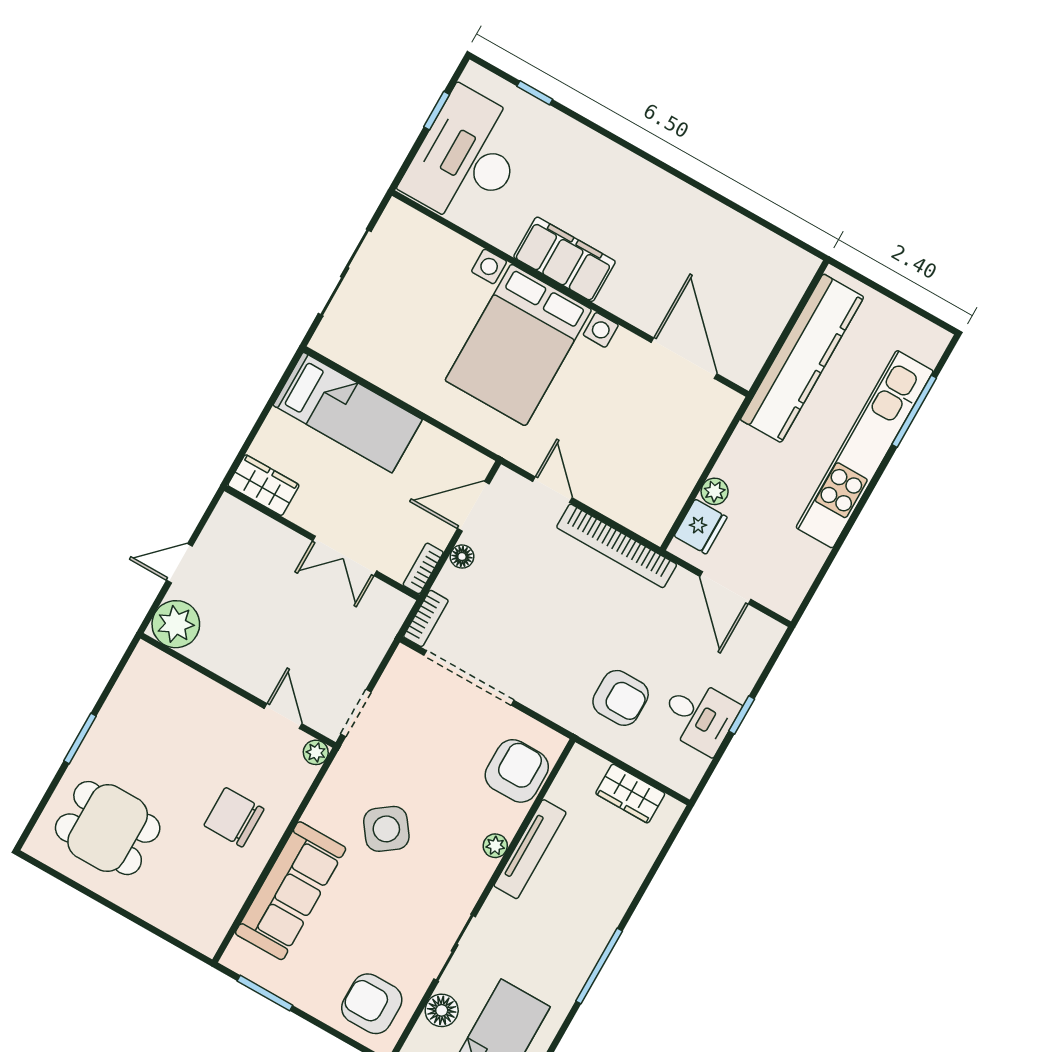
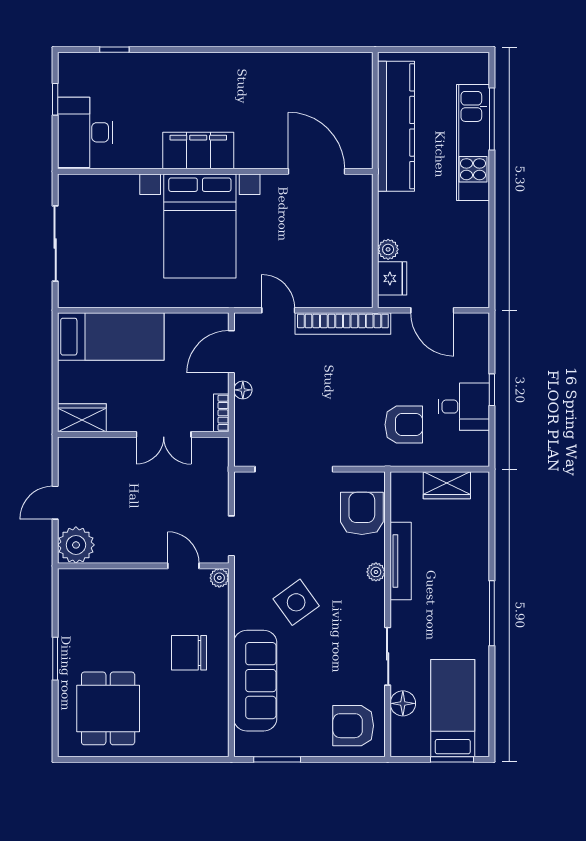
desk: (467, 158) -> (85, 132), width x0.73, depth x0.77
kitchen unit: (865, 449) -> (473, 142), width x0.73
bookcase: (426, 618) -> (242, 445), removed
dining table: (108, 828) -> (108, 708), turned 90

